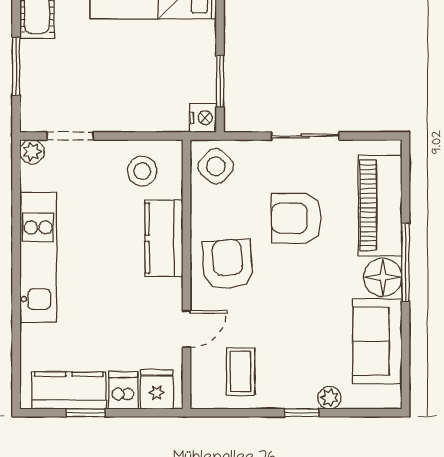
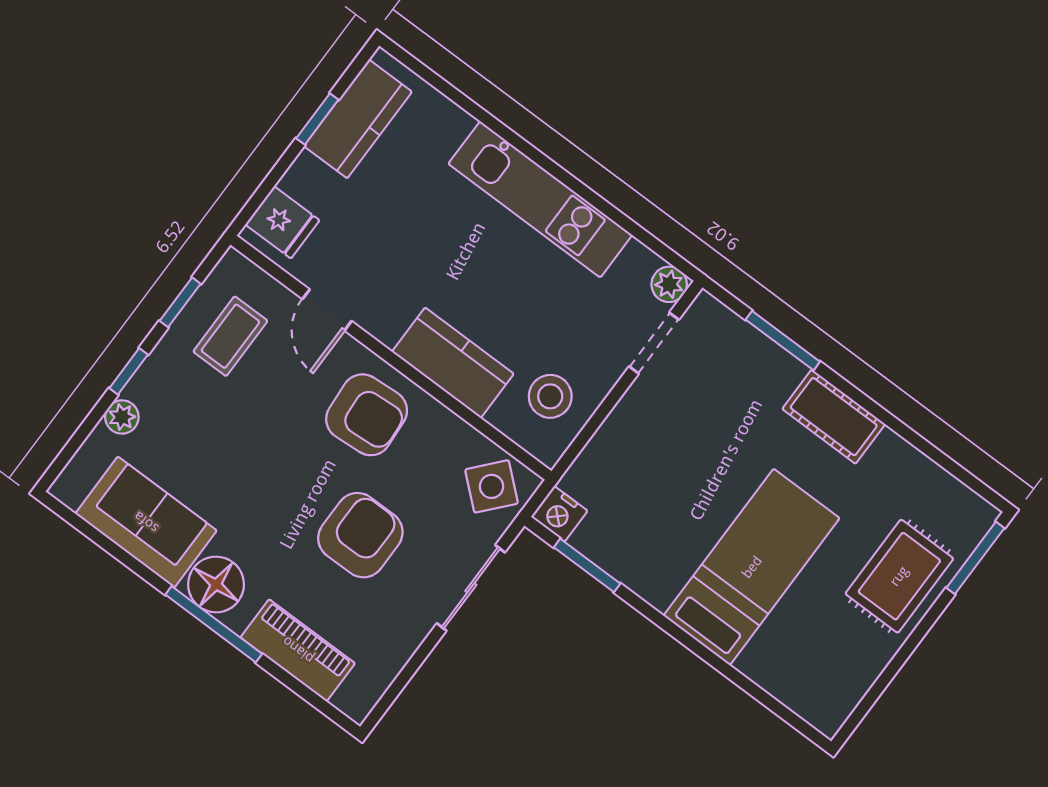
sliding door: (305, 136) -> (471, 588), moved
piano: (380, 205) -> (298, 650), width x0.73, depth x0.75
coffee table: (241, 371) -> (230, 336), turned 90
dishwasher: (123, 390) -> (311, 183), removed
window: (243, 413) -> (180, 302), added

